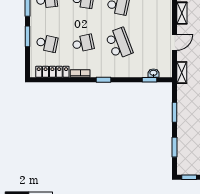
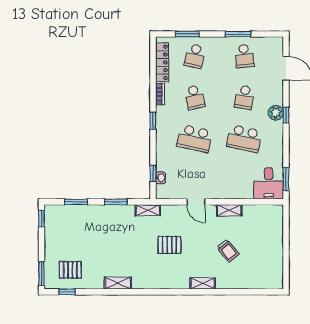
window: (28, 36) -> (187, 34), moved
school desk: (119, 43) -> (195, 139), turned 33
shelving: (182, 73) -> (148, 210), moved

